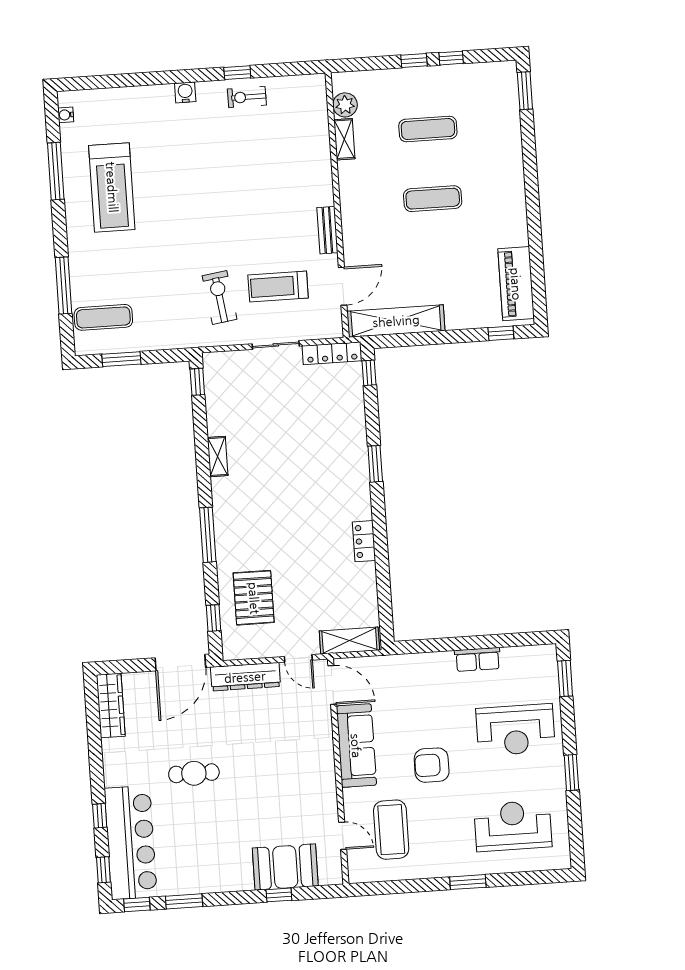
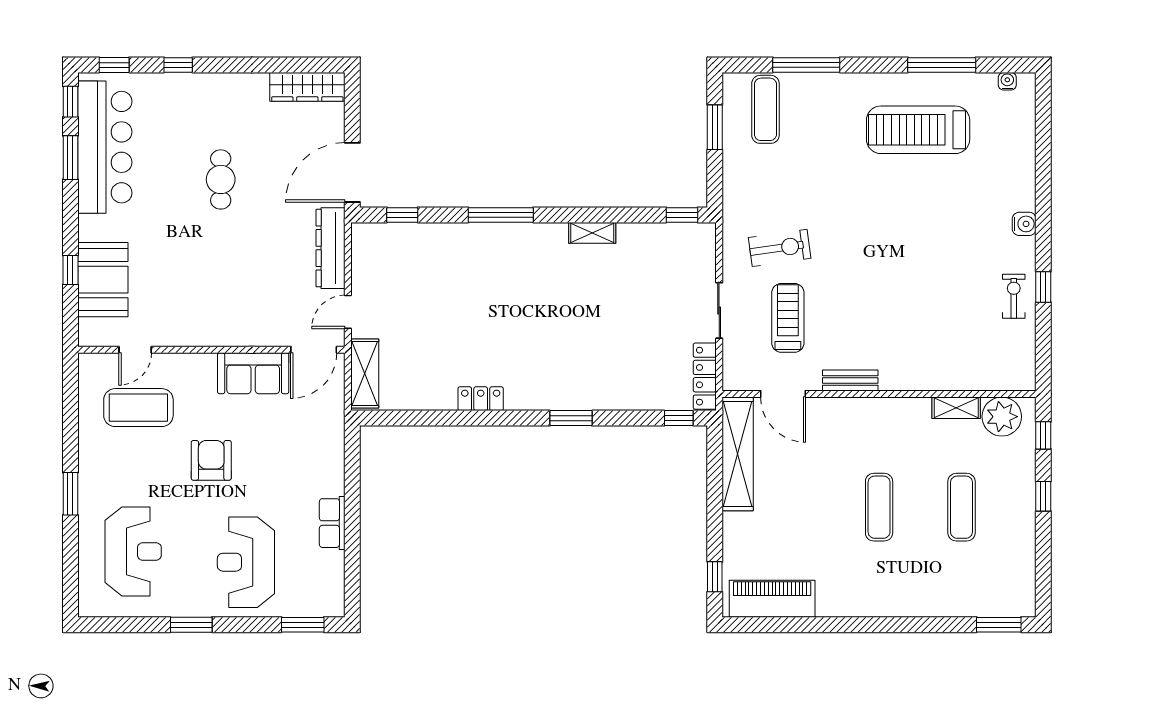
window: (451, 58) -> (1043, 435), moved
plant: (345, 105) -> (1002, 417), width x1.36, depth x1.36
pallet: (254, 598) -> (423, 264), removed
door: (180, 663) -> (352, 172), hinge flipped
sofa: (356, 746) -> (253, 373), width x0.73
bar counter: (131, 843) -> (105, 147), moved, turned -90

